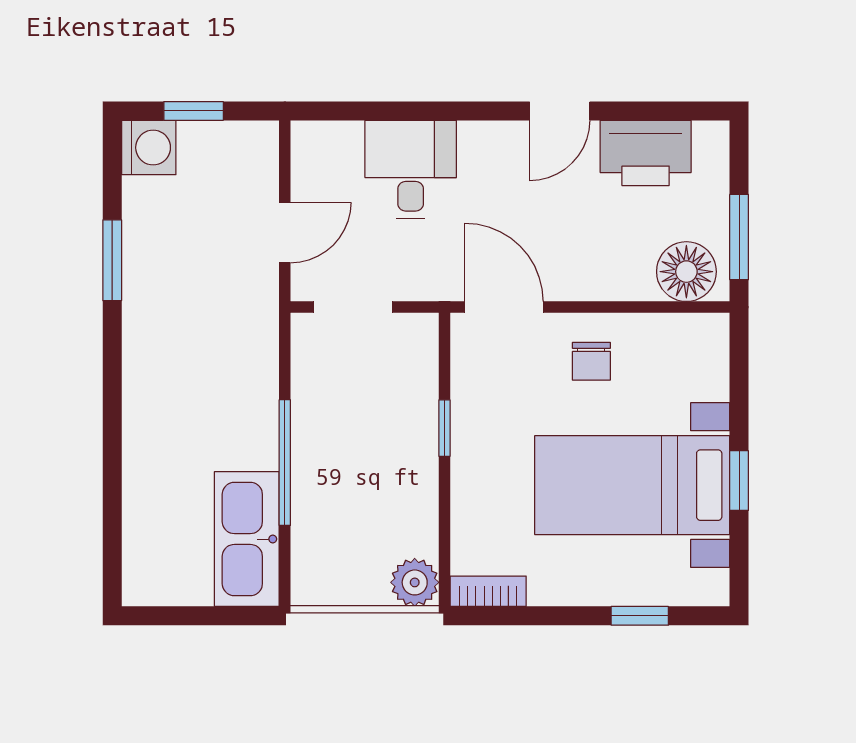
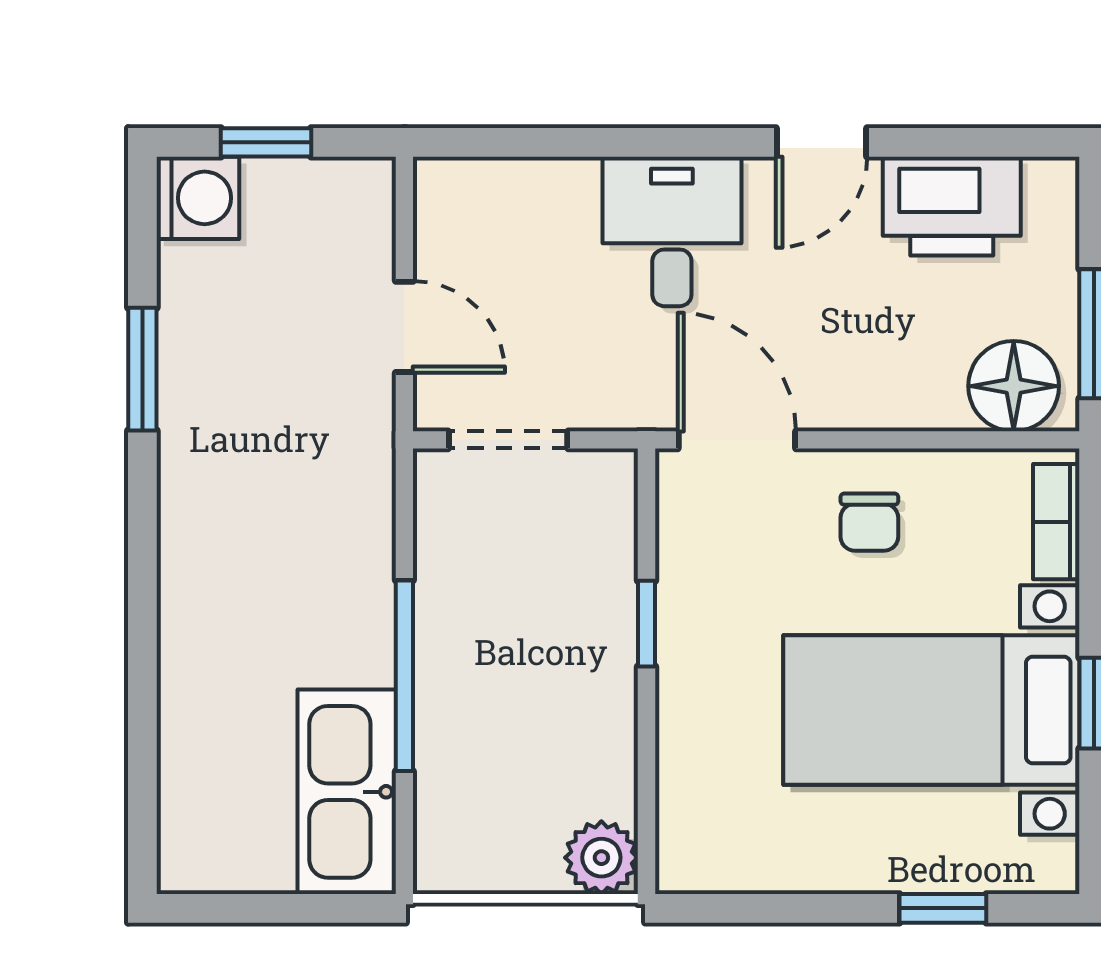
desk: (411, 170) -> (672, 231), moved
door: (285, 233) -> (404, 327), hinge flipped
bookcase: (488, 591) -> (1056, 522), moved, turned -90

